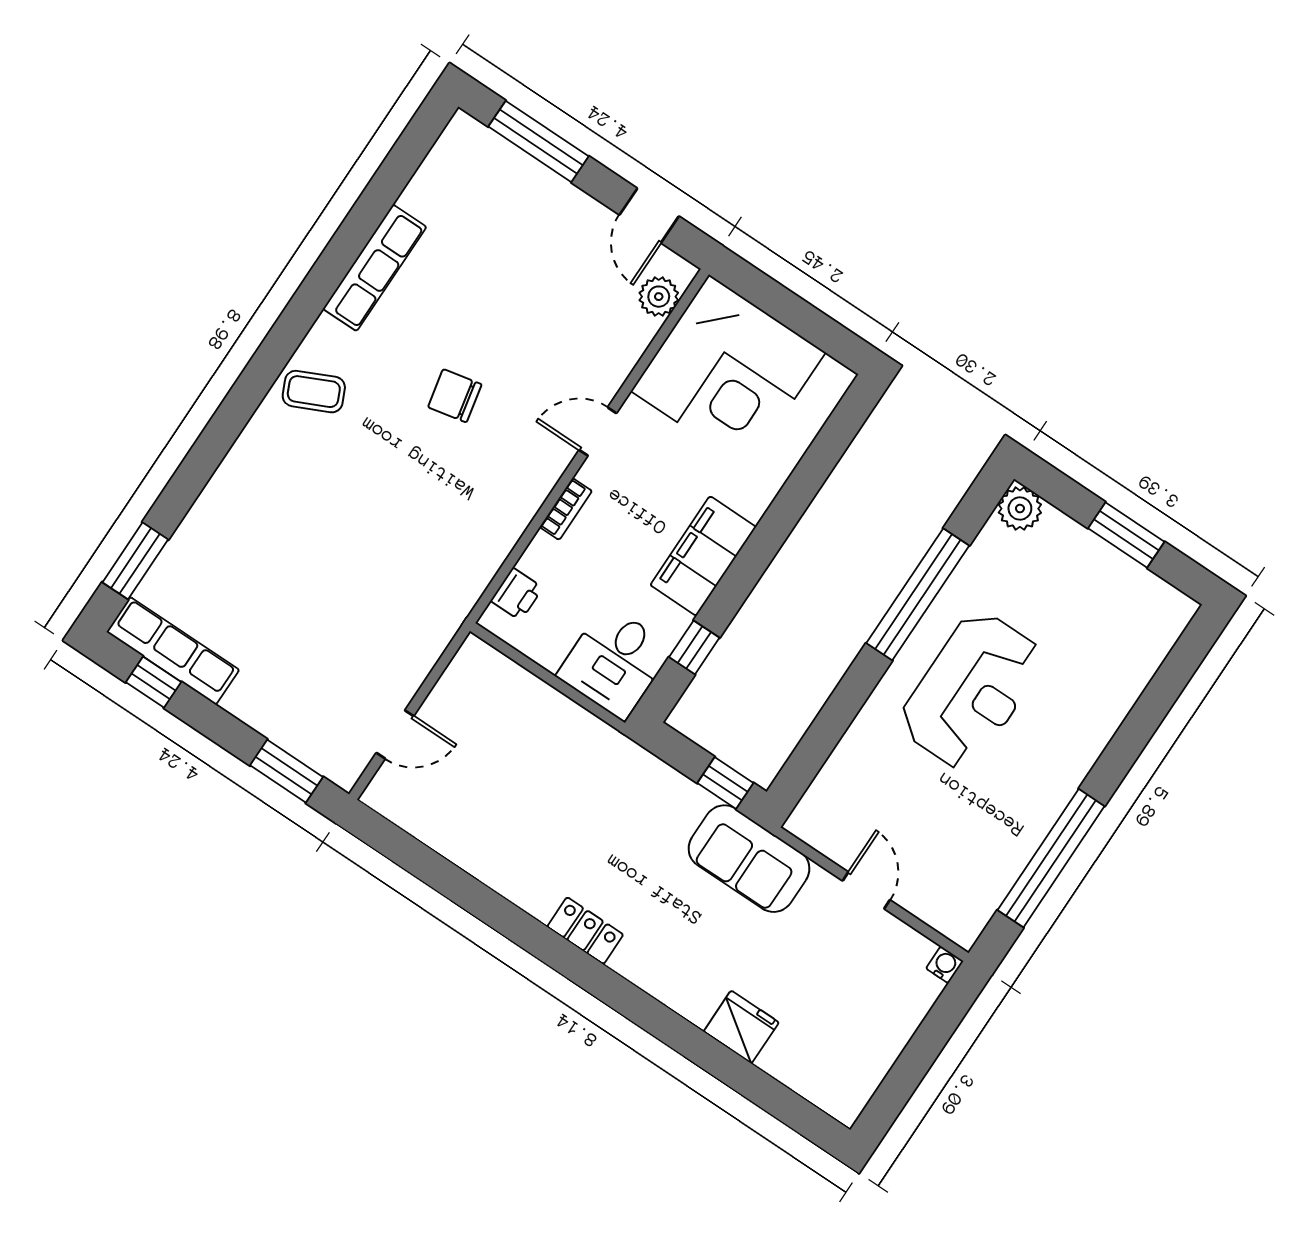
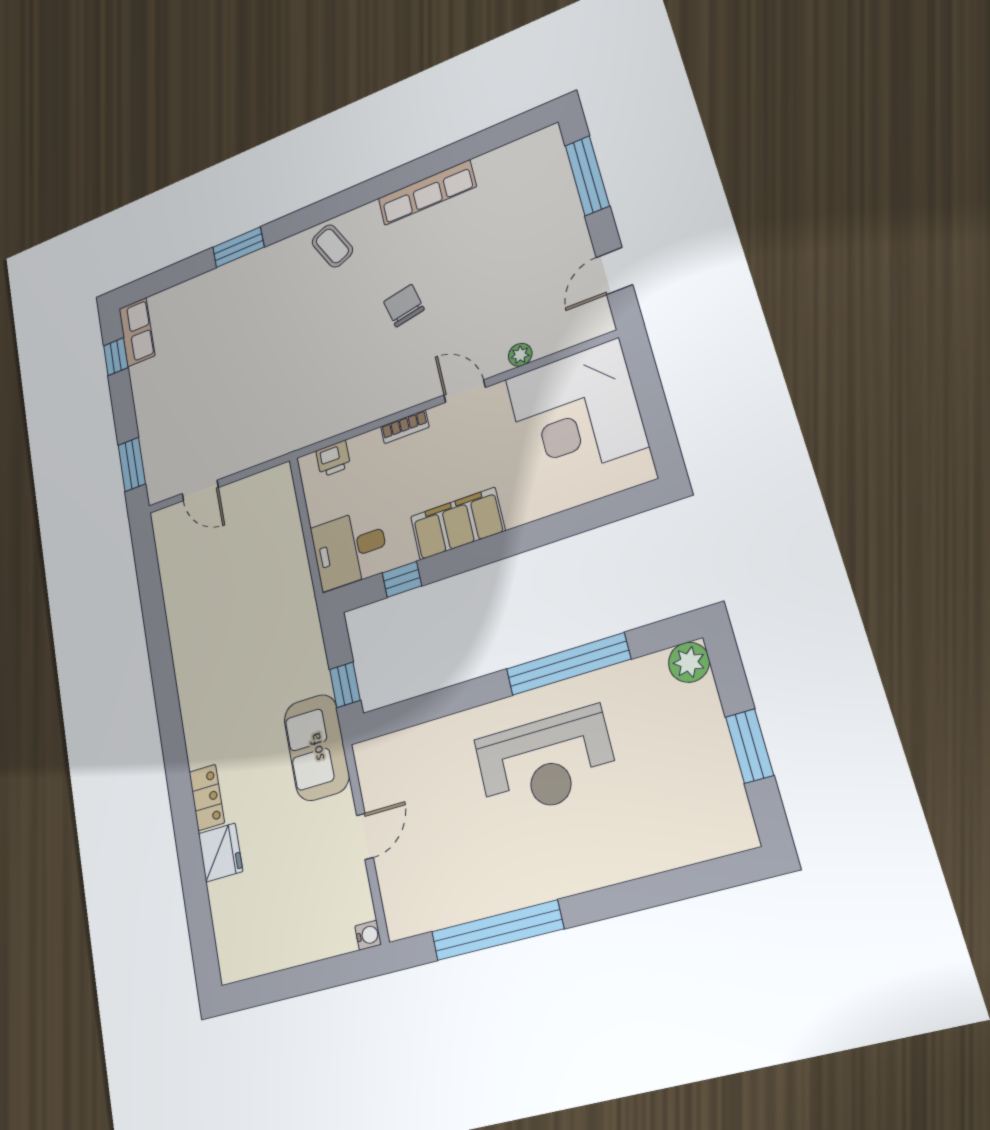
plant: (659, 297) -> (520, 355), moved, width x0.73, depth x0.73
window: (135, 561) -> (238, 247), moved
row of seats: (173, 651) -> (137, 332), width x0.68
locker: (585, 931) -> (207, 797), moved

